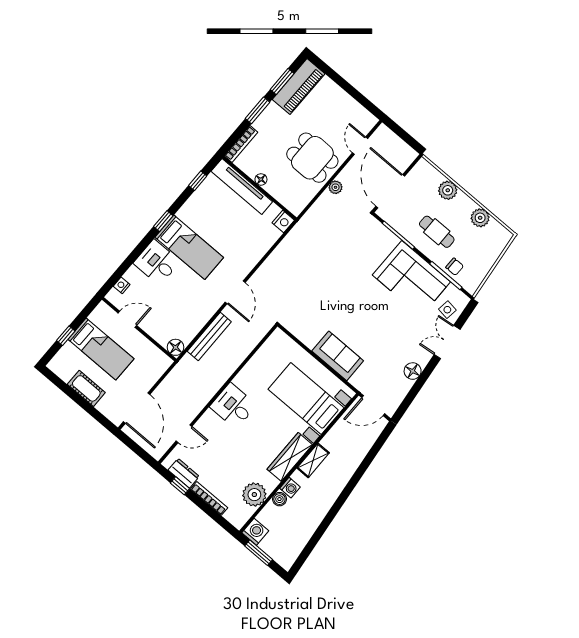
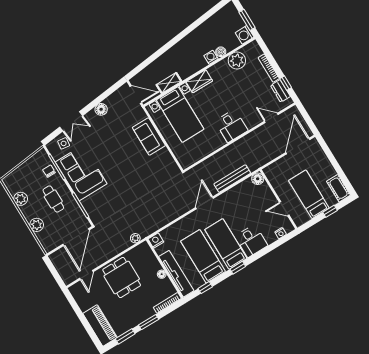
piano: (299, 87) -> (100, 326), moved, turned 90
plant: (335, 187) -> (135, 238), moved
bed: (214, 221) -> (203, 256), added
cot: (86, 388) -> (339, 188), moved
wardrobe: (290, 457) -> (199, 81), width x0.67
shelving: (313, 460) -> (169, 83), moved

